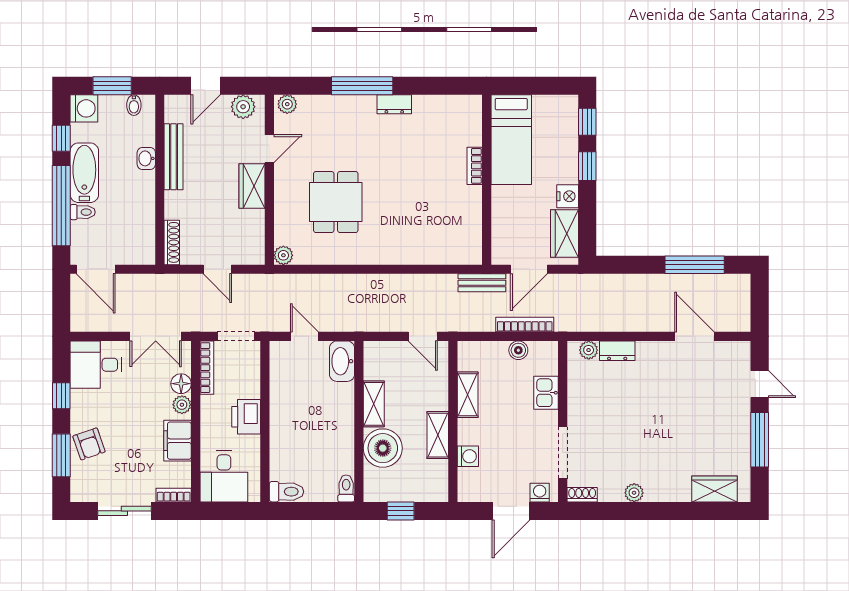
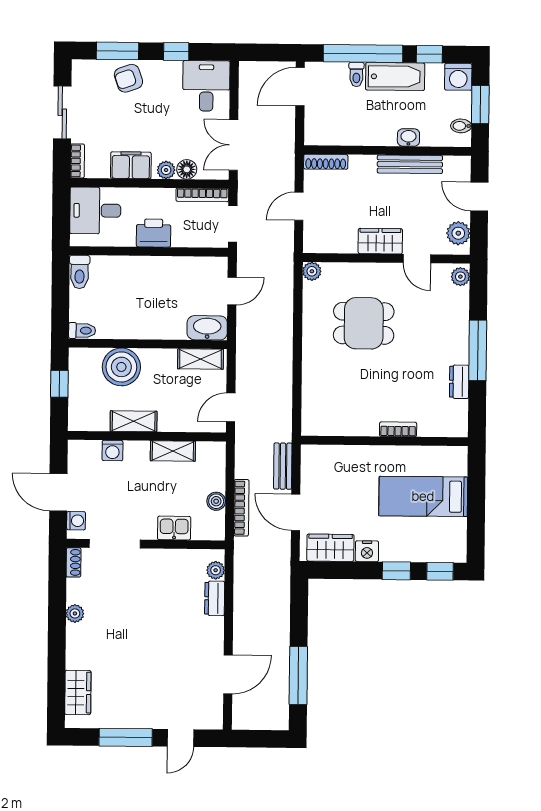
bookcase: (475, 166) -> (398, 429), moved
wall: (487, 180) -> (384, 441), moved
shelving: (374, 404) -> (201, 359), moved

